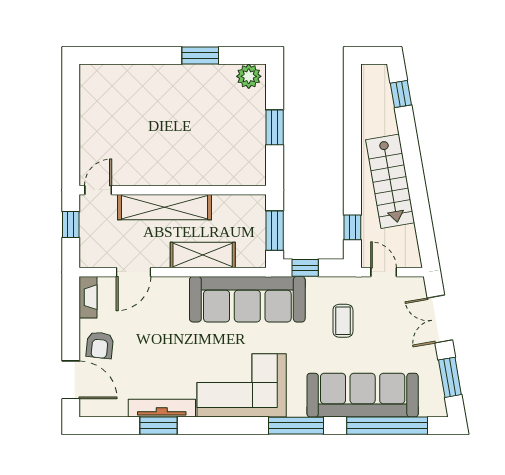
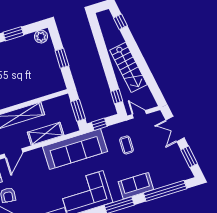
sofa: (363, 395) -> (136, 186), width x0.54, depth x0.79

